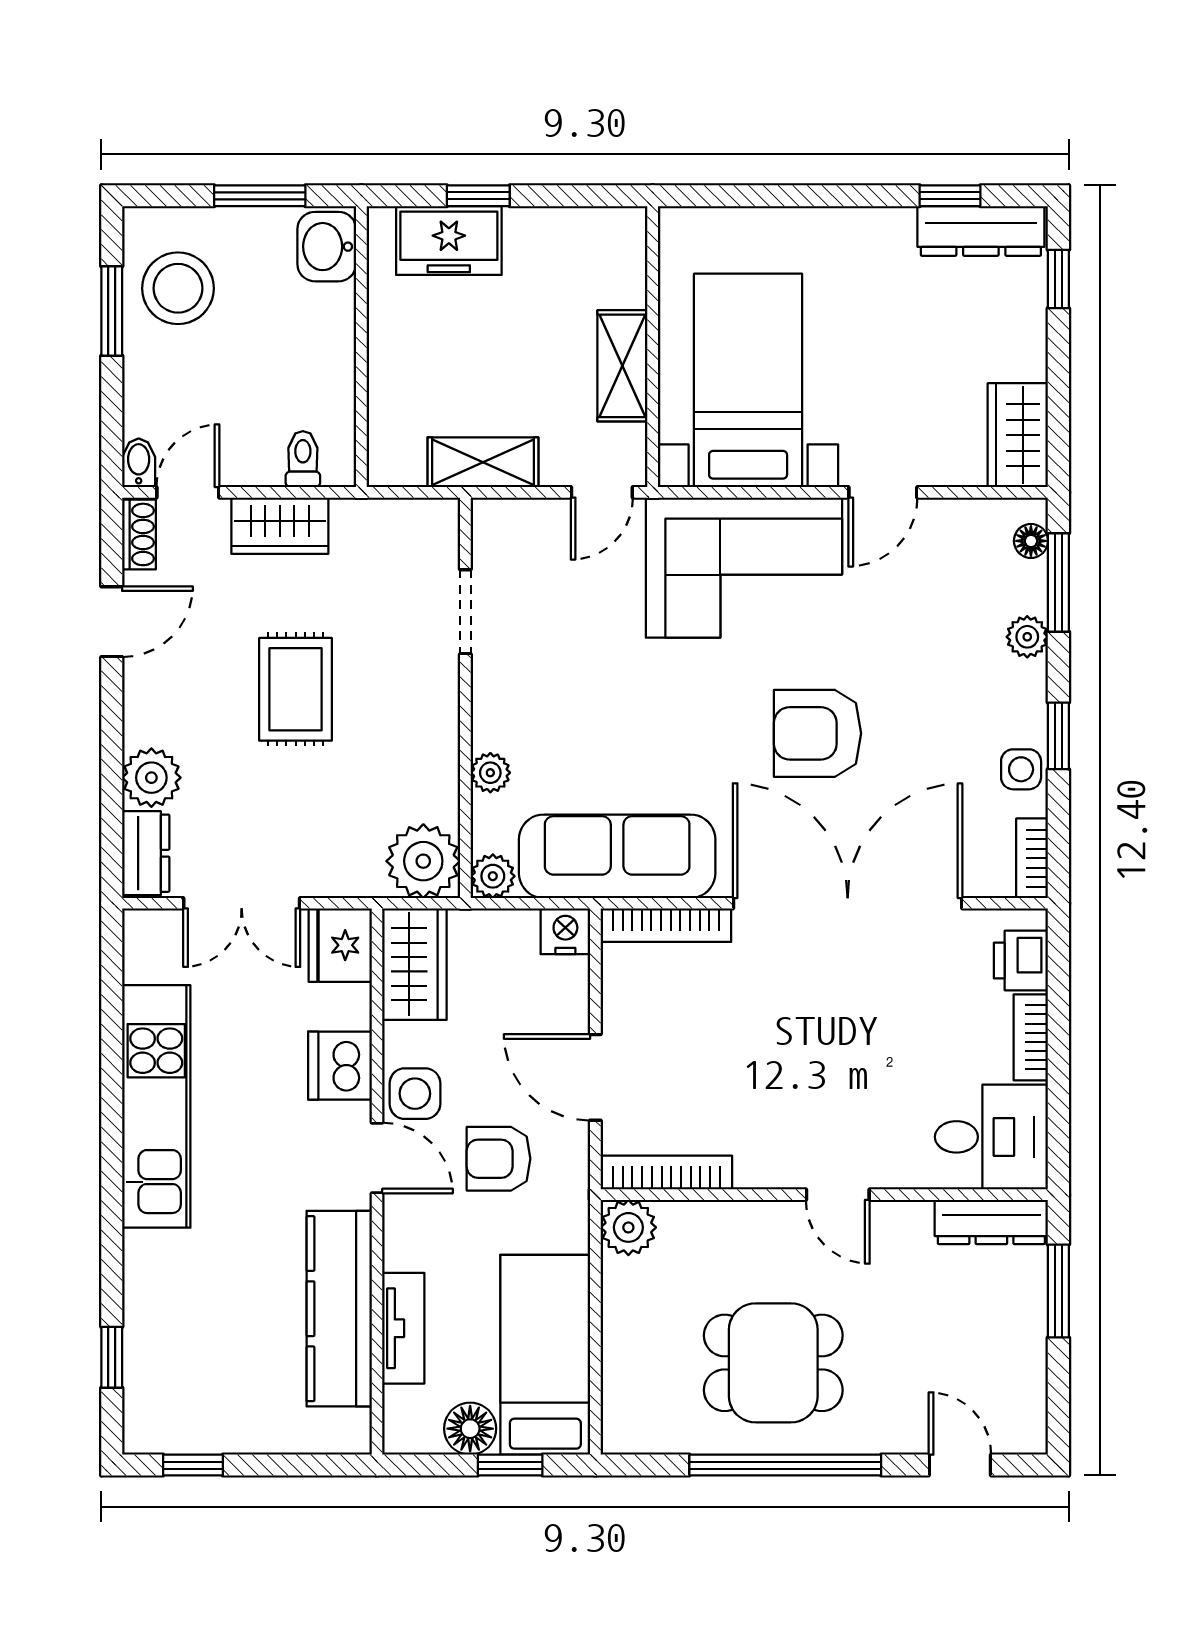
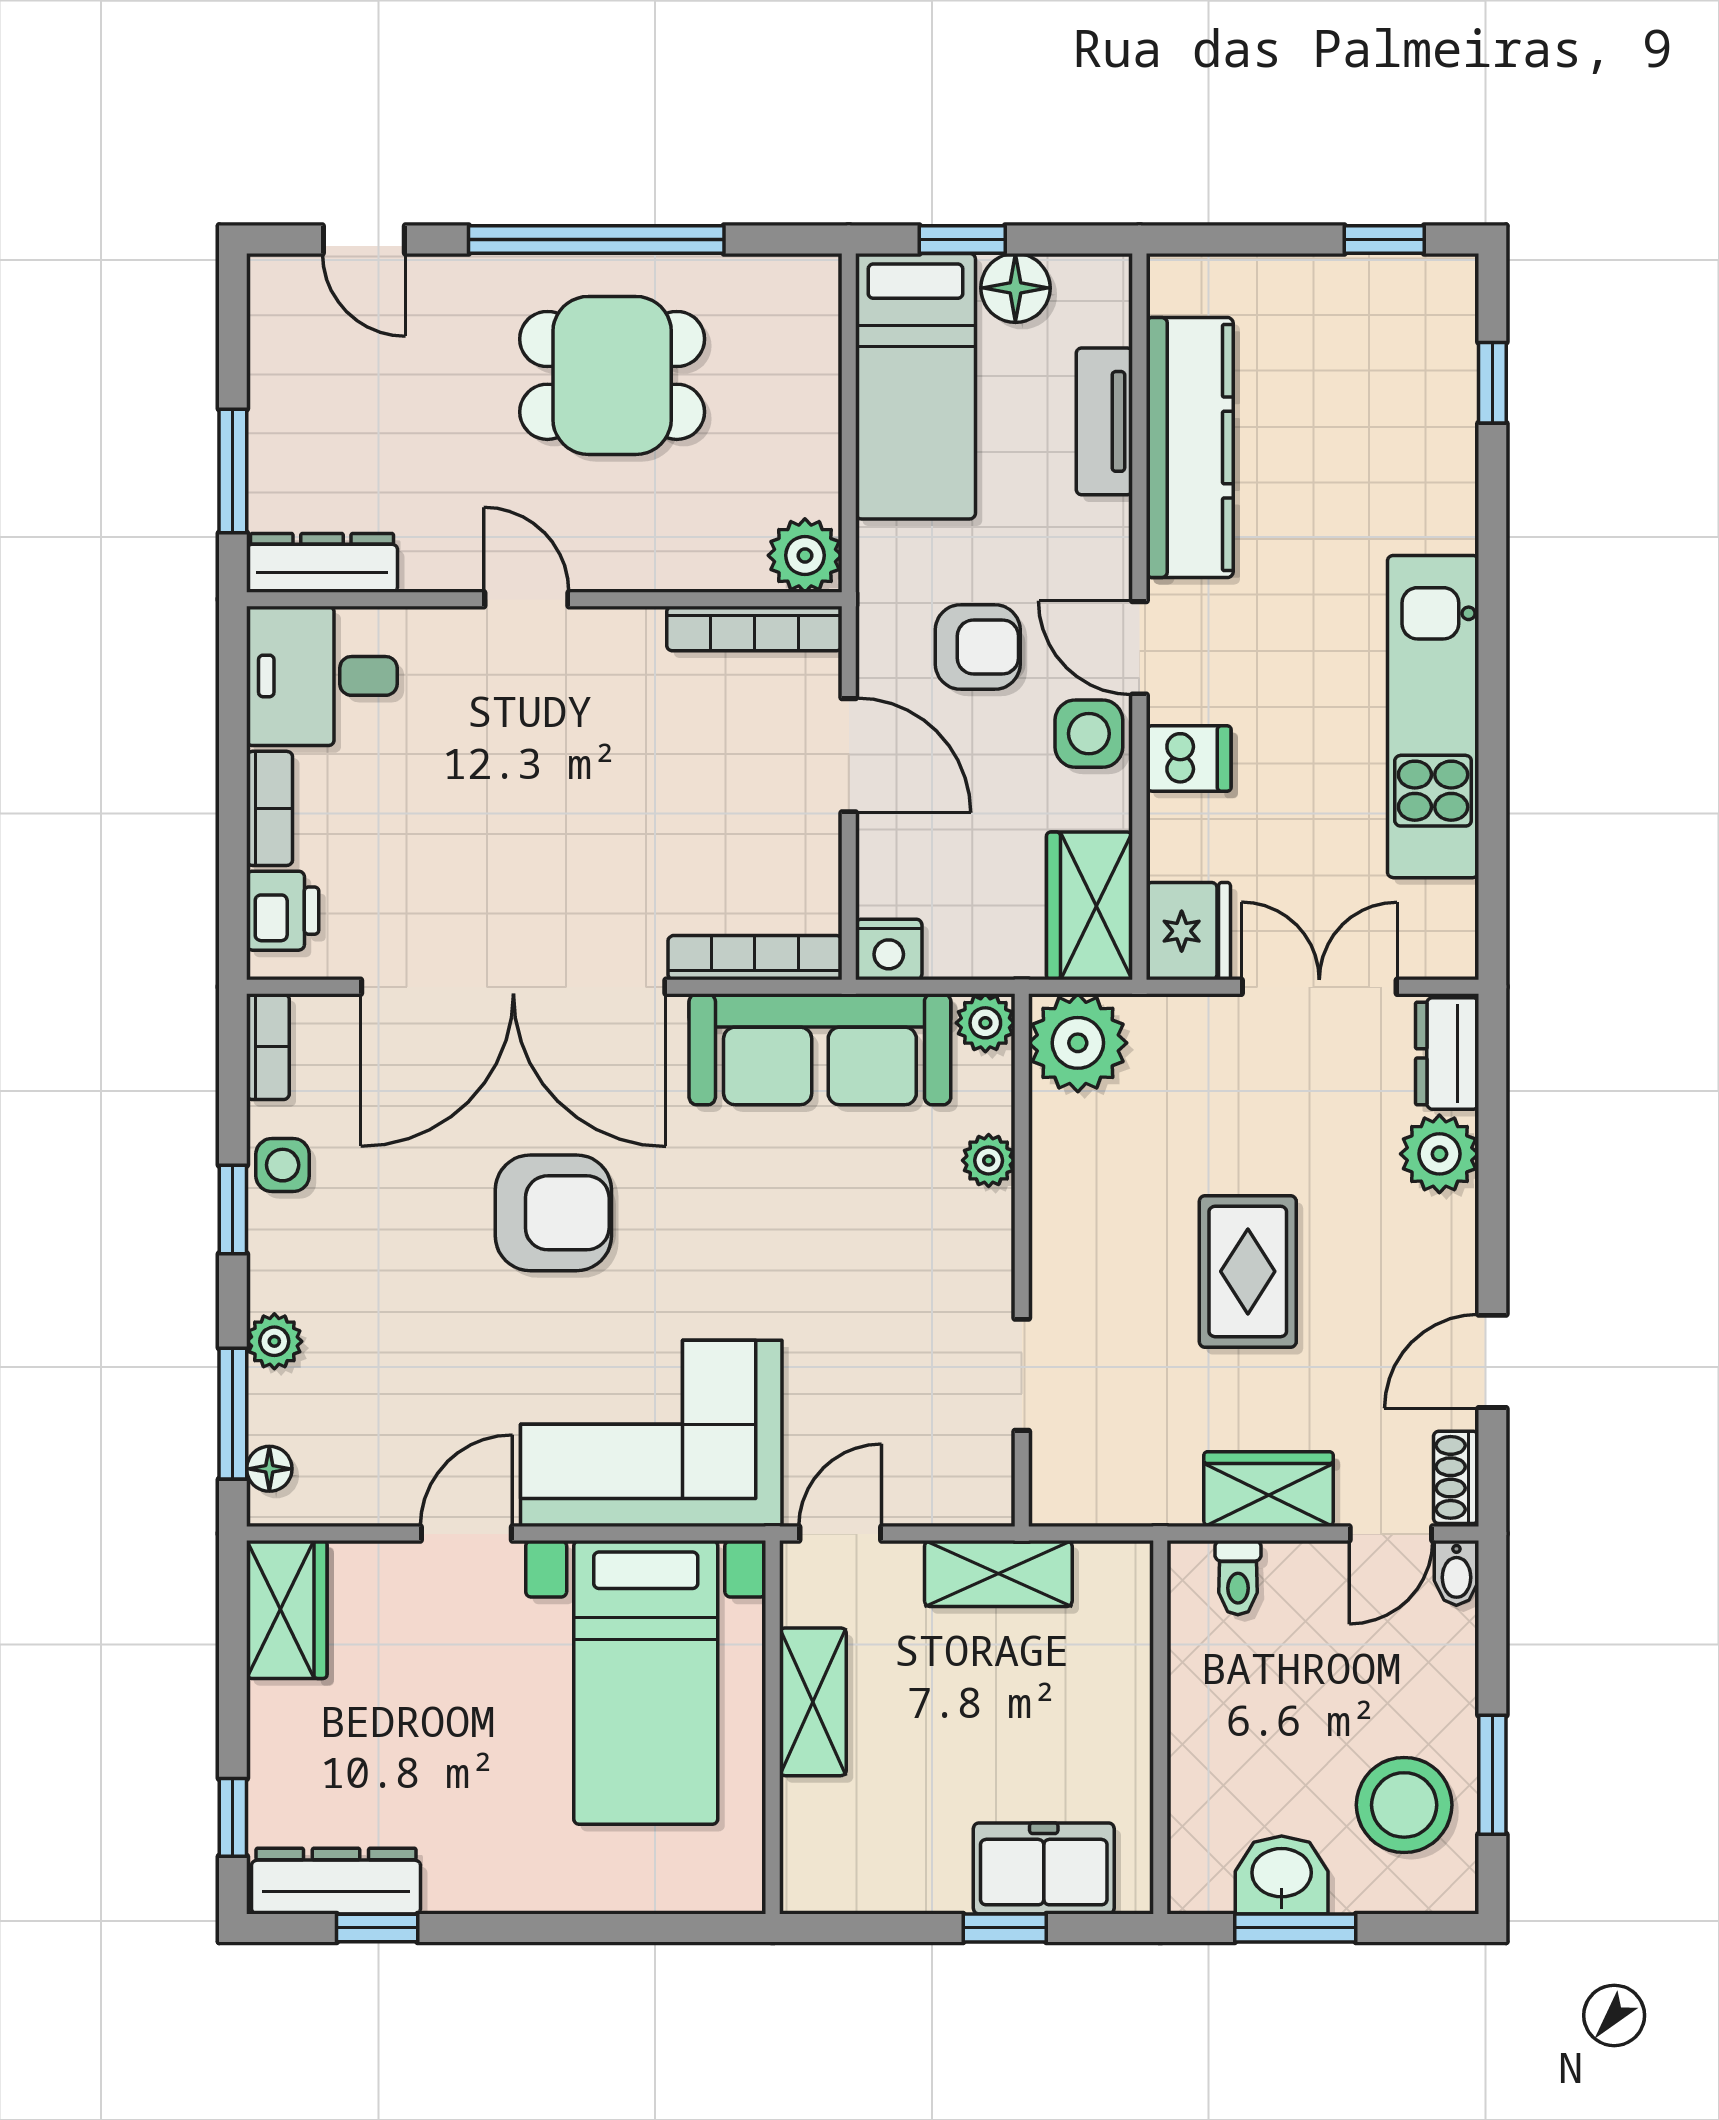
washbasin: (327, 247) -> (1282, 1875), moved, turned -90
dishwasher: (340, 1066) -> (1189, 758), width x0.73

